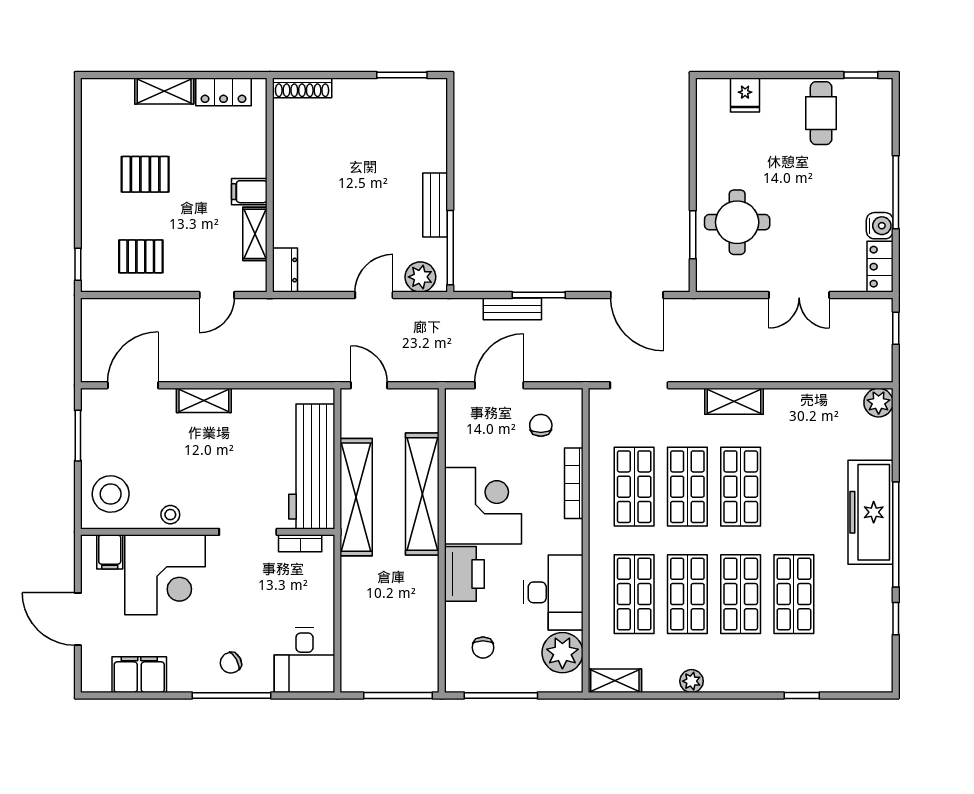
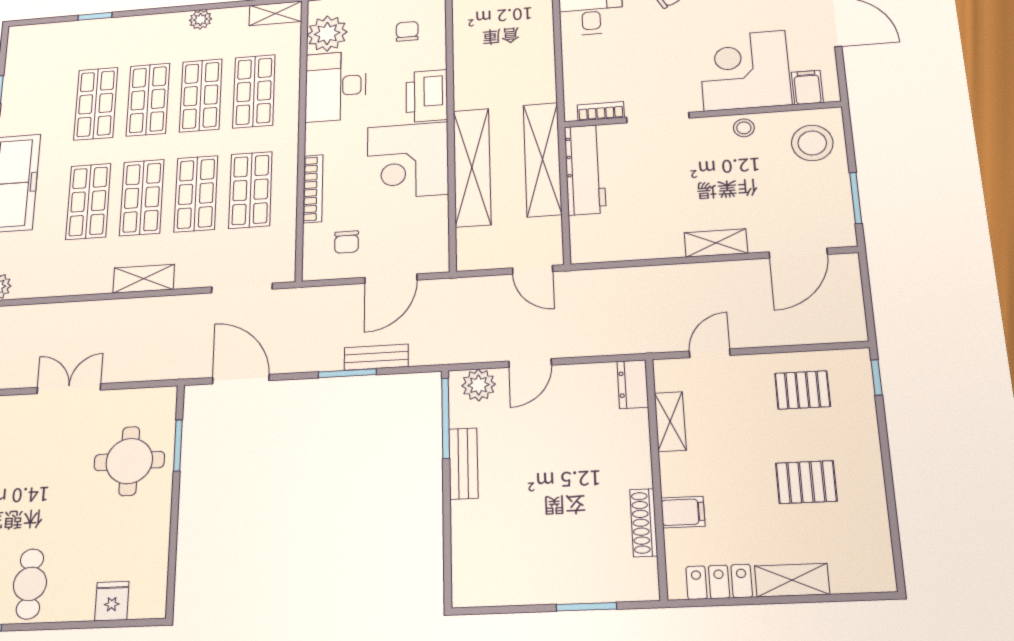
window: (402, 75) -> (586, 607), moved
shoe rack: (302, 88) -> (644, 523), moved, turned -90
filing cabinet: (249, 192) -> (683, 512), moved
workbench: (312, 466) -> (585, 170), width x0.73, depth x0.76
shop shelf: (794, 487) -> (88, 201), added

